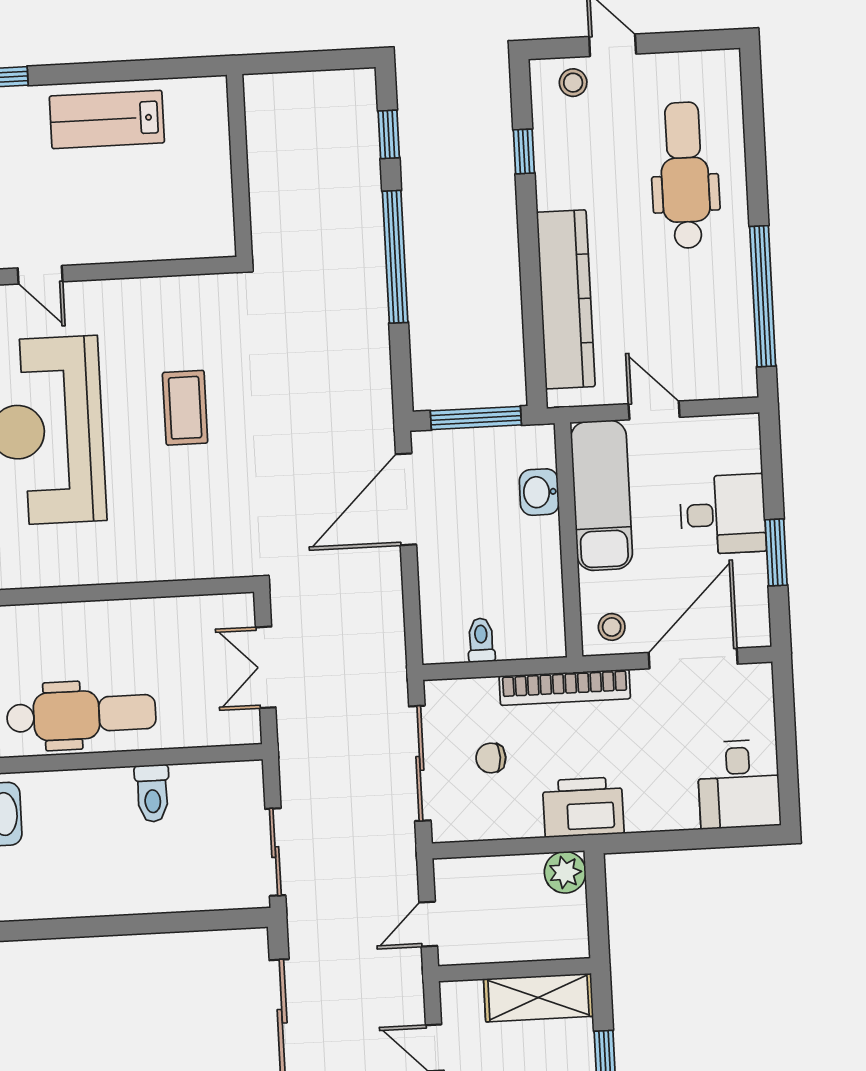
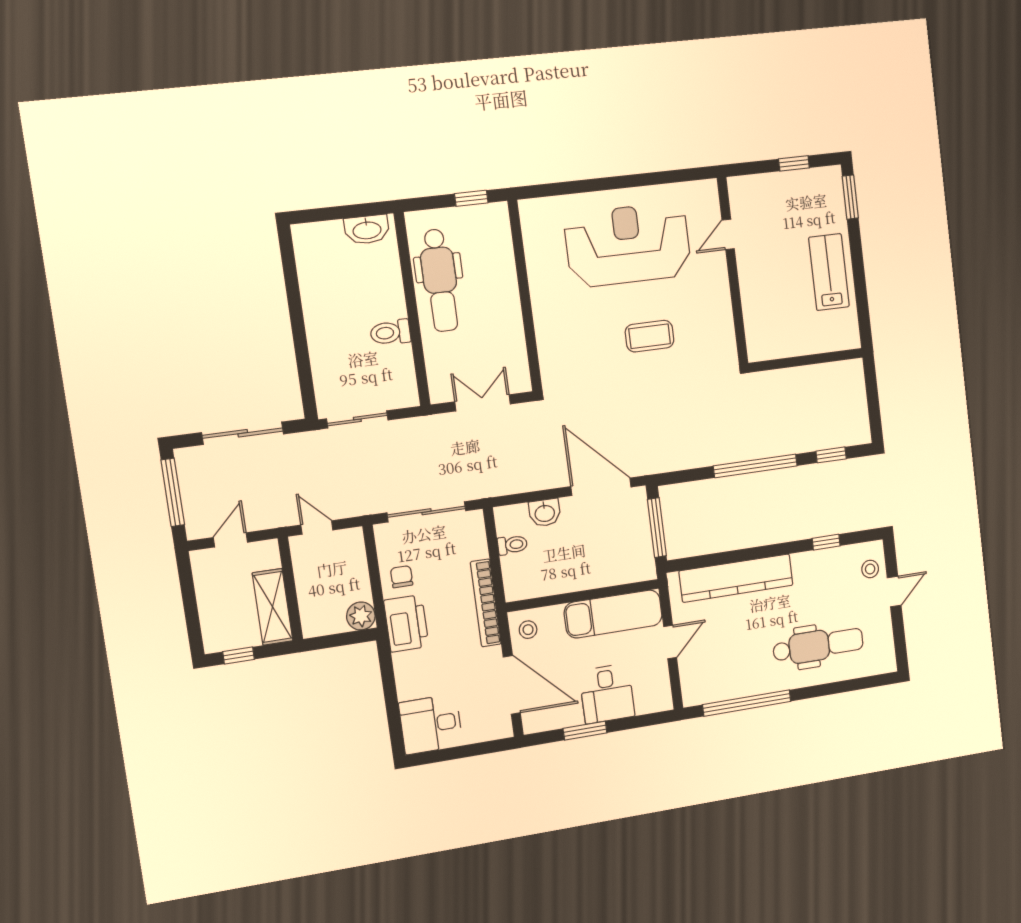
washbasin: (539, 492) -> (545, 513), moved, turned 180
chair: (491, 758) -> (402, 577), moved

